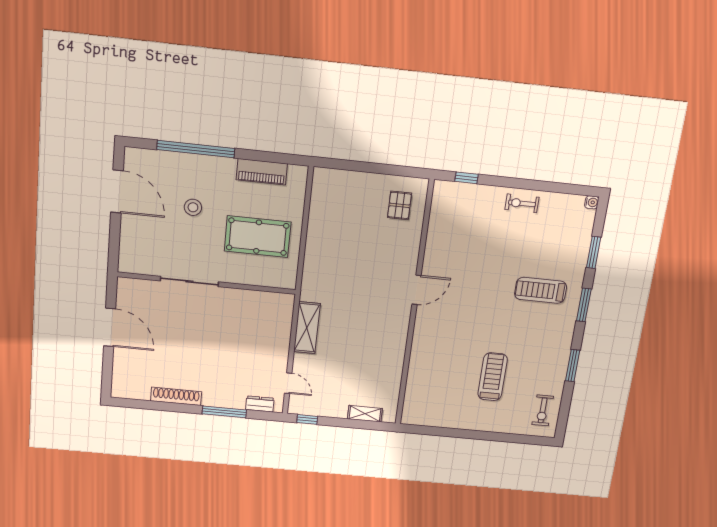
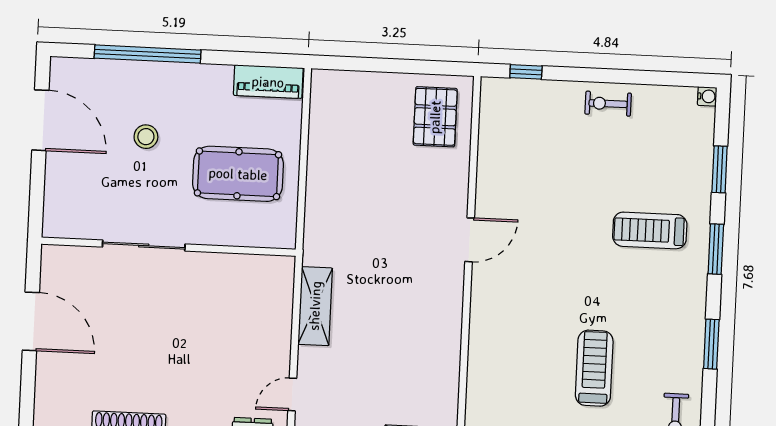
piano: (262, 172) -> (268, 82), moved
pallet: (400, 205) -> (435, 117), width x1.50, depth x1.42
door: (288, 383) -> (292, 394), swing flipped

